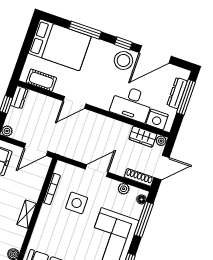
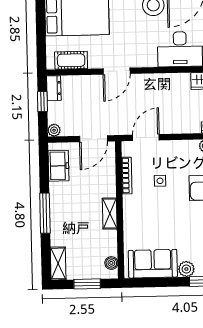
door: (97, 171) -> (146, 138), moved
side table: (77, 203) -> (160, 181), width x0.54, depth x0.54

